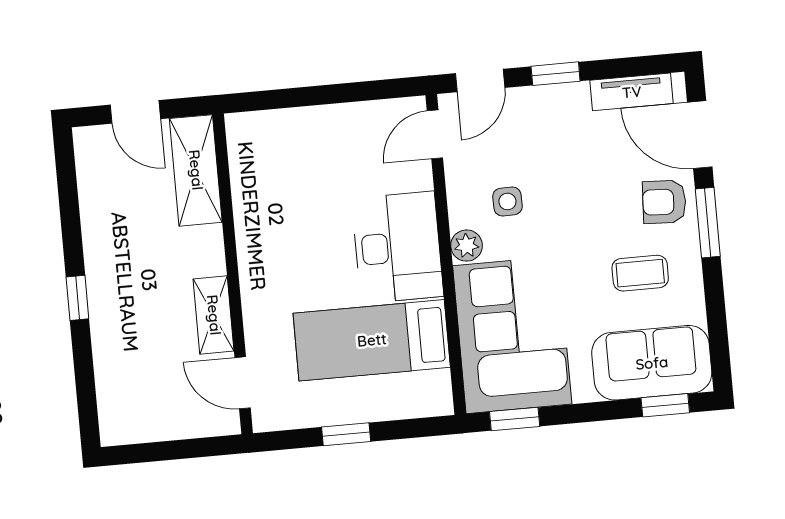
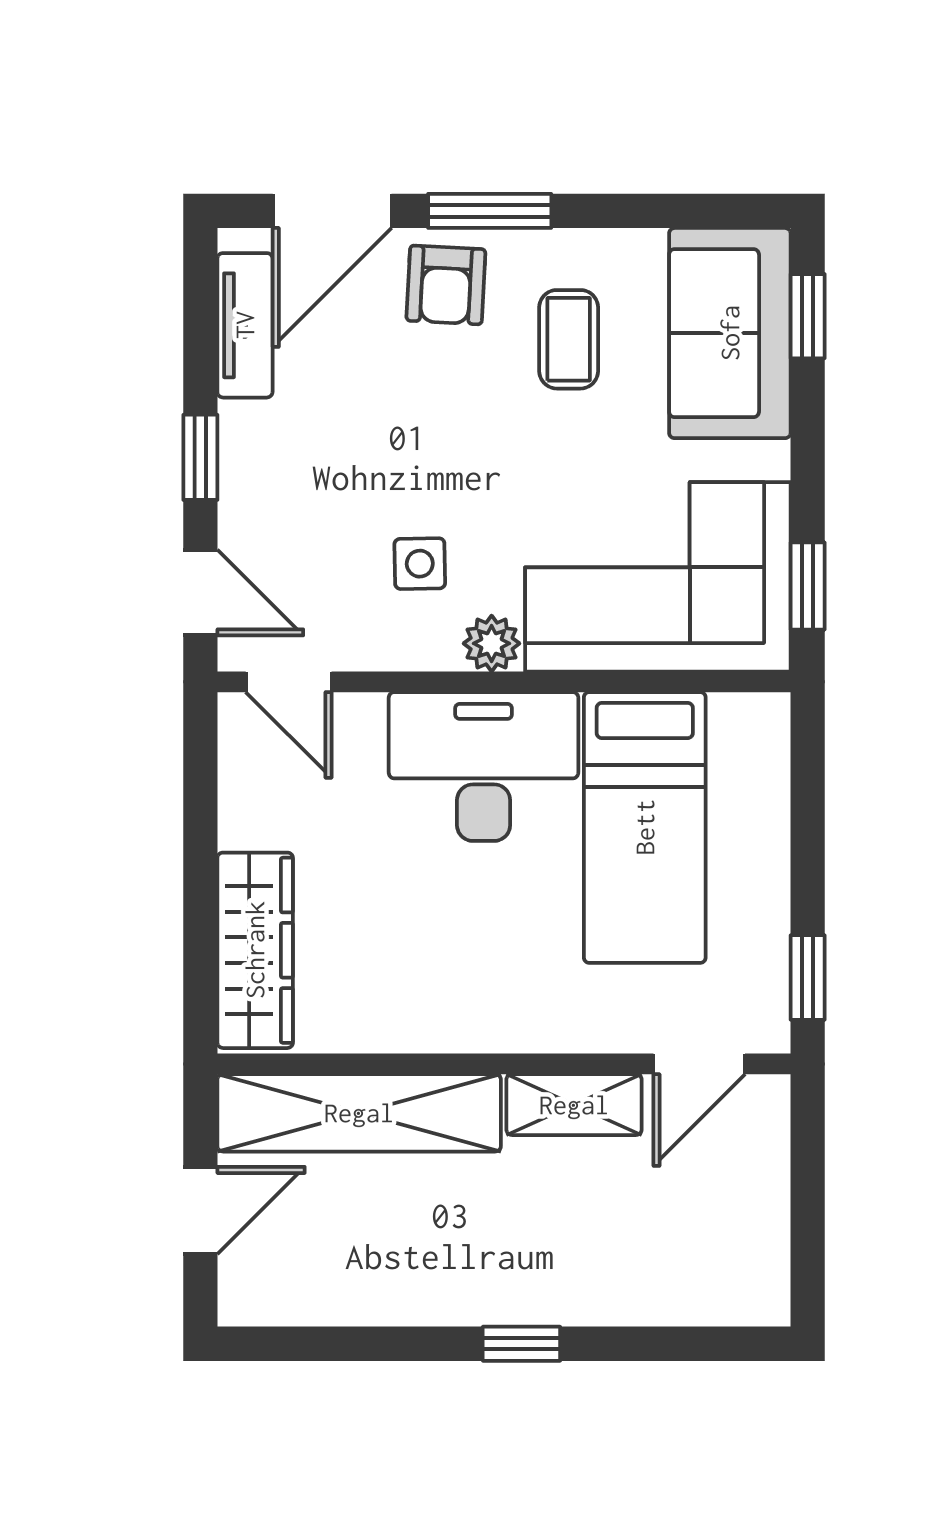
wardrobe: (283, 129) -> (255, 950), added
shelving: (196, 170) -> (359, 1113), width x1.47
window: (346, 434) -> (808, 977), moved

